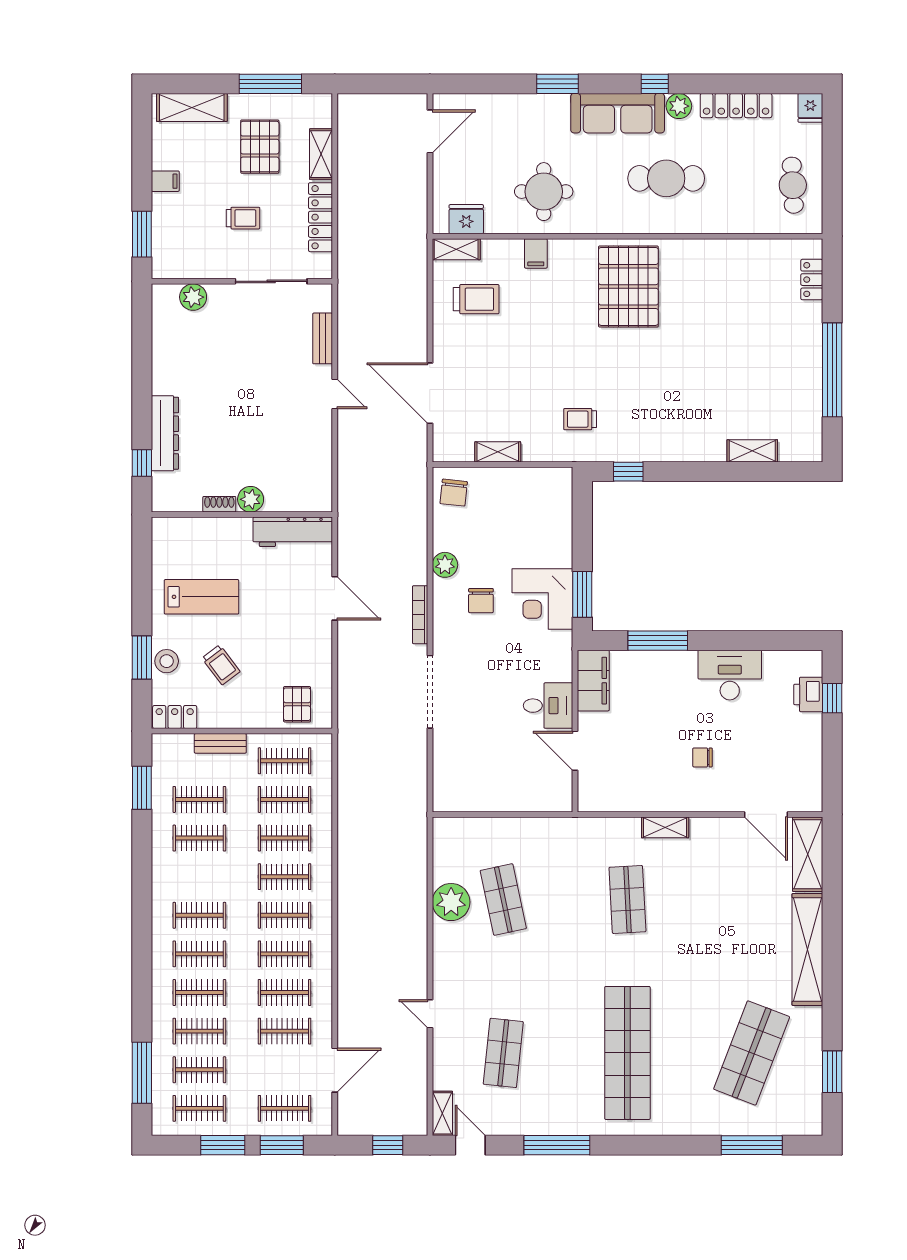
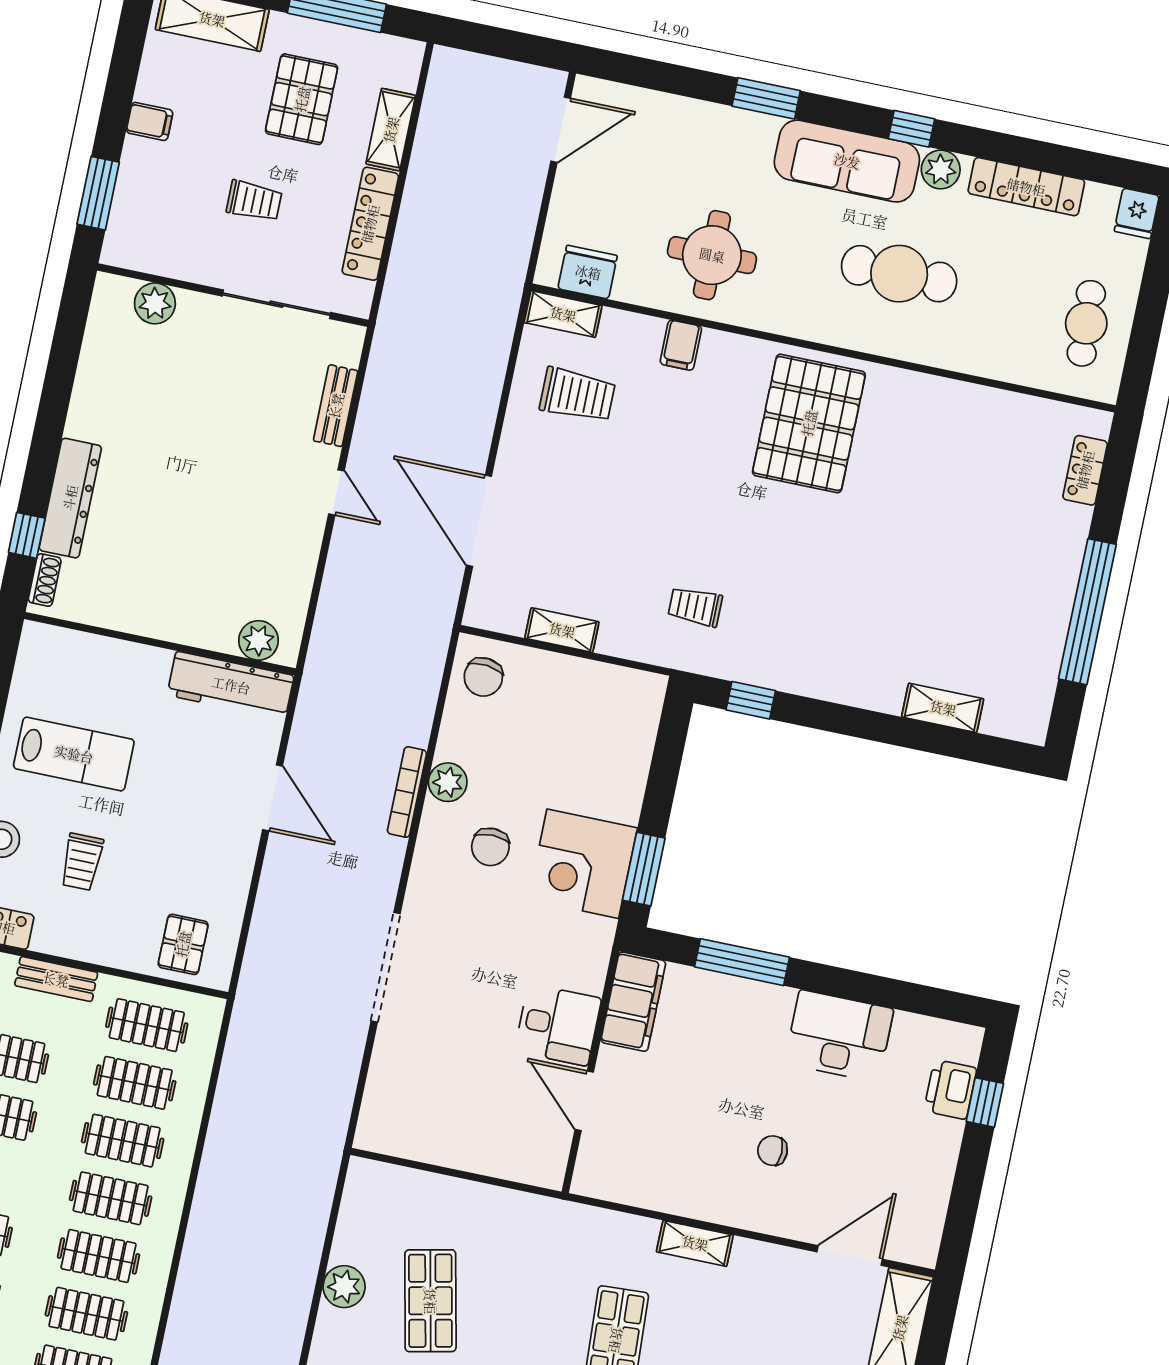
plant: (251, 499) -> (259, 640), moved
shoe rack: (219, 504) -> (45, 580), moved, turned 90
bookcase: (420, 615) -> (407, 792), moved
trolley: (221, 665) -> (82, 862), turned 37
door: (766, 814) -> (850, 1256), swing flipped
plant: (451, 902) -> (344, 1287), width x0.73, depth x0.73

